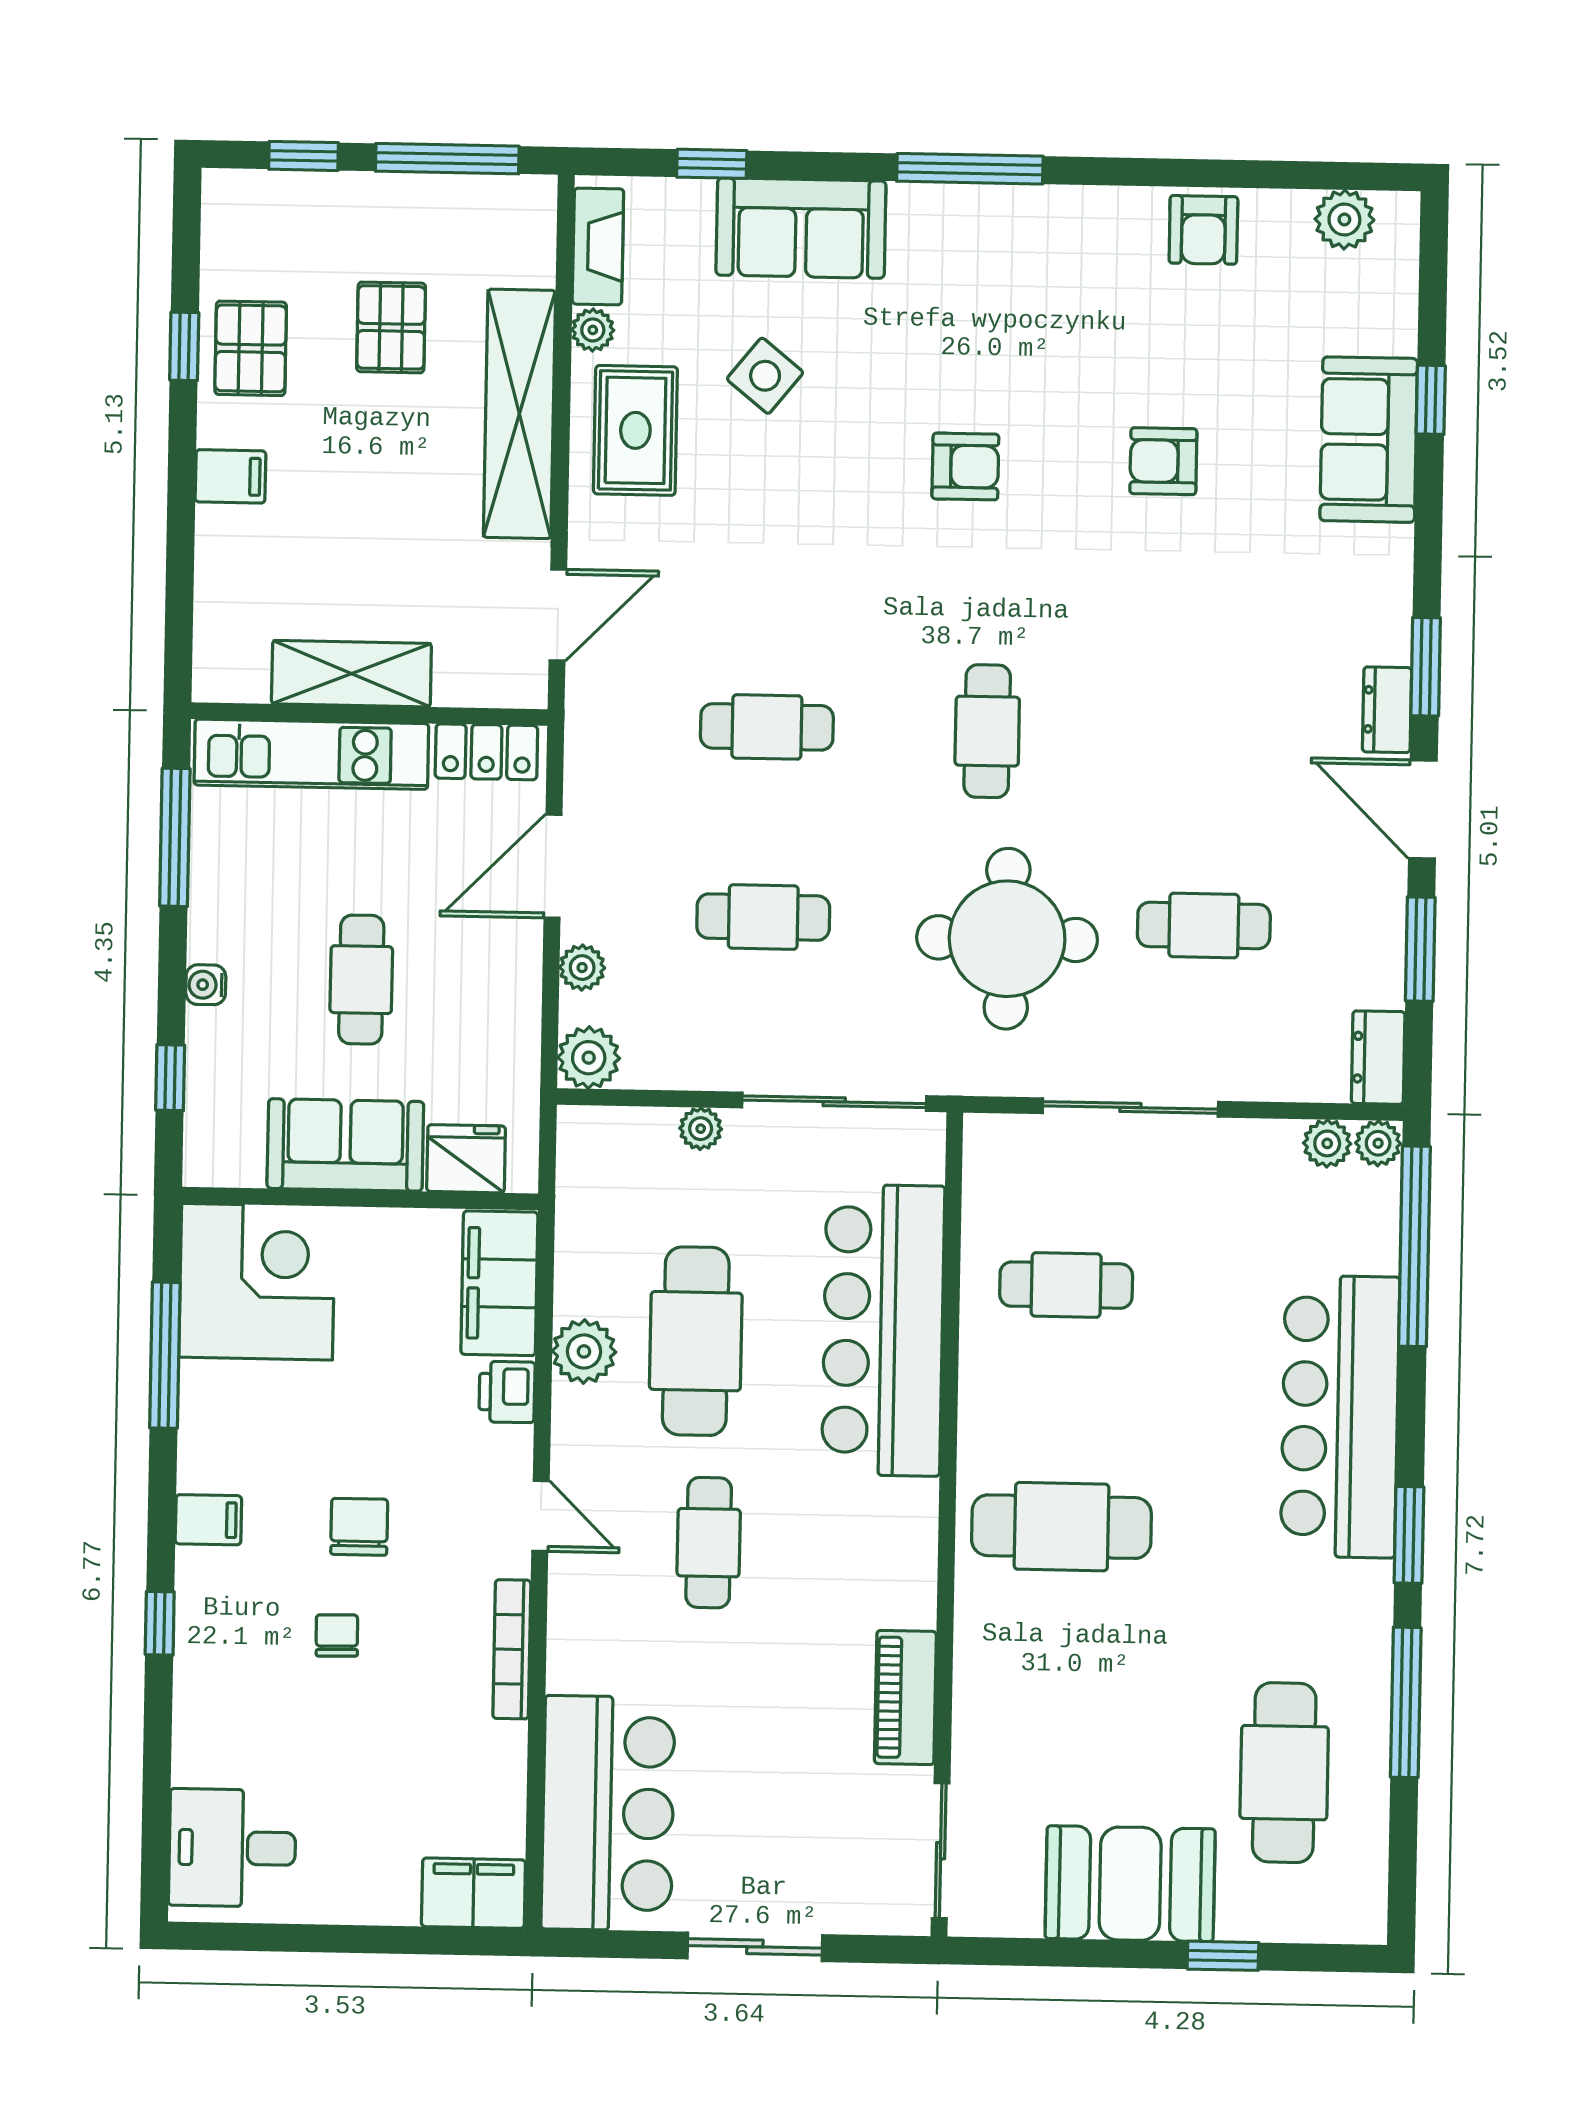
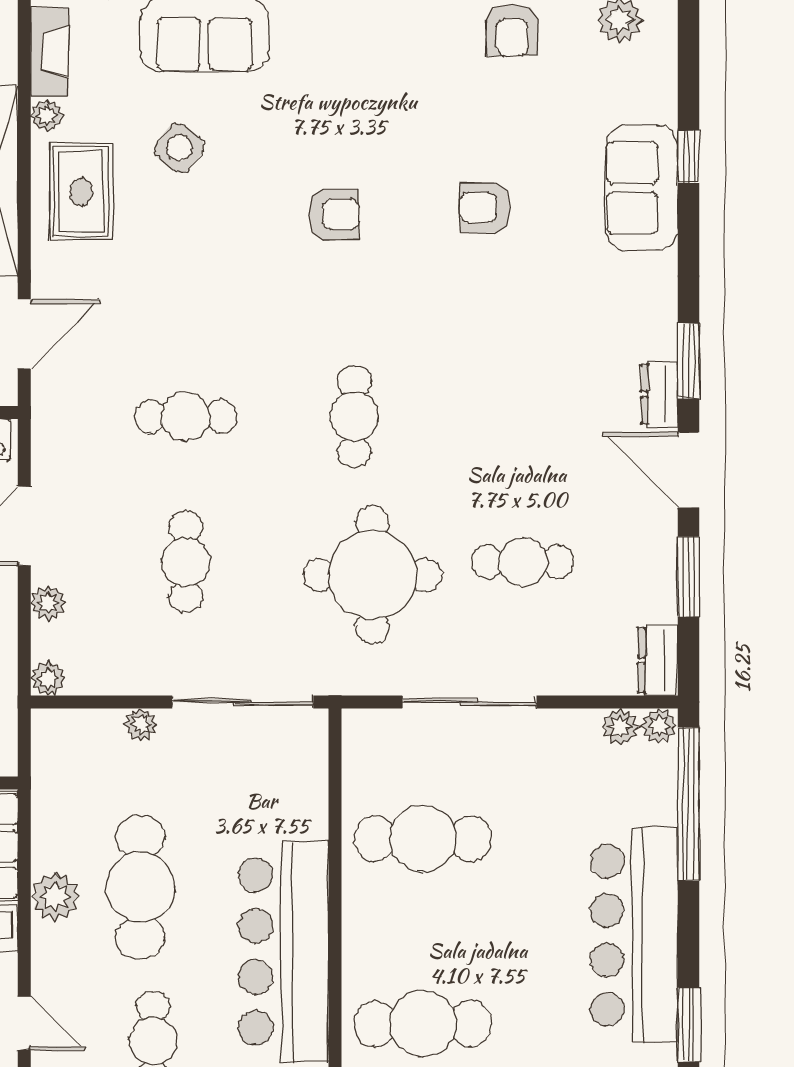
cafe table: (763, 917) -> (186, 562), turned 90
plant: (589, 1058) -> (48, 678), width x0.73, depth x0.73
cafe table: (1066, 1285) -> (423, 839), width x1.37, depth x1.35
bar counter: (883, 1330) -> (283, 951), moved

